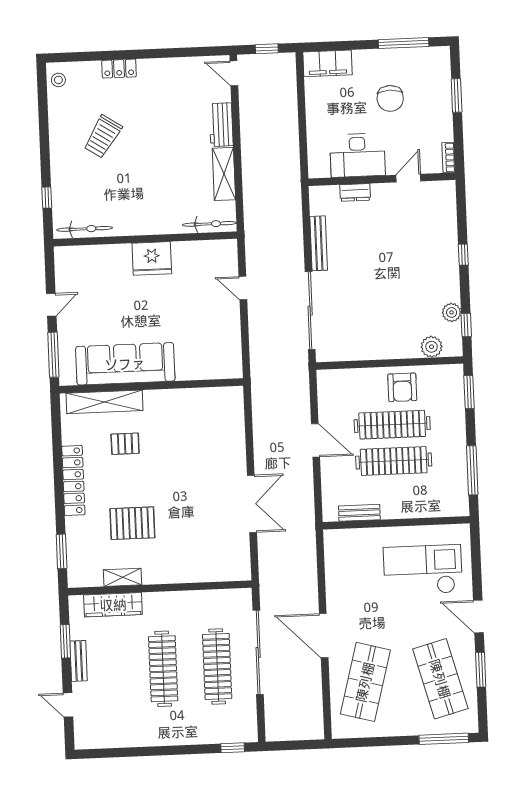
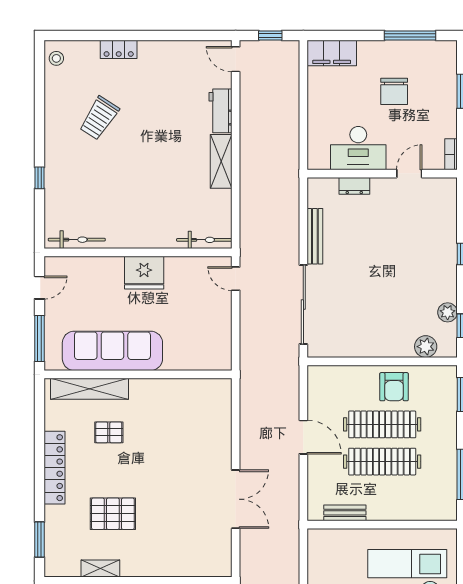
bicycle: (209, 224) -> (204, 240), moved
bicycle: (85, 229) -> (77, 240), moved
wall: (145, 239) -> (138, 252), moved
fridge: (152, 258) -> (144, 273), moved

